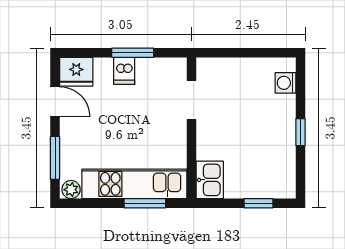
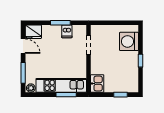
dishwasher: (124, 71) -> (67, 31), moved
washing machine: (285, 83) -> (129, 41), width x1.89, depth x1.89

